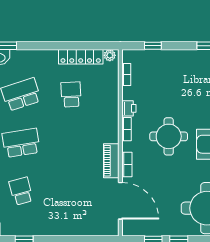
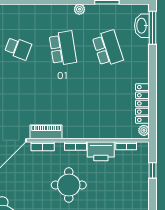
school desk: (71, 94) -> (108, 95), removed
printer: (129, 108) -> (101, 151), width x1.87, depth x1.48
school desk: (21, 191) -> (18, 48), turned 36

